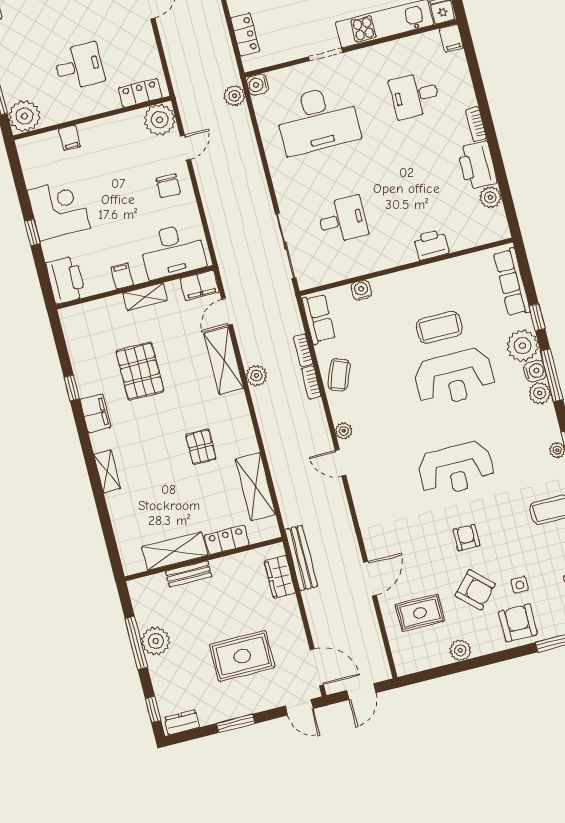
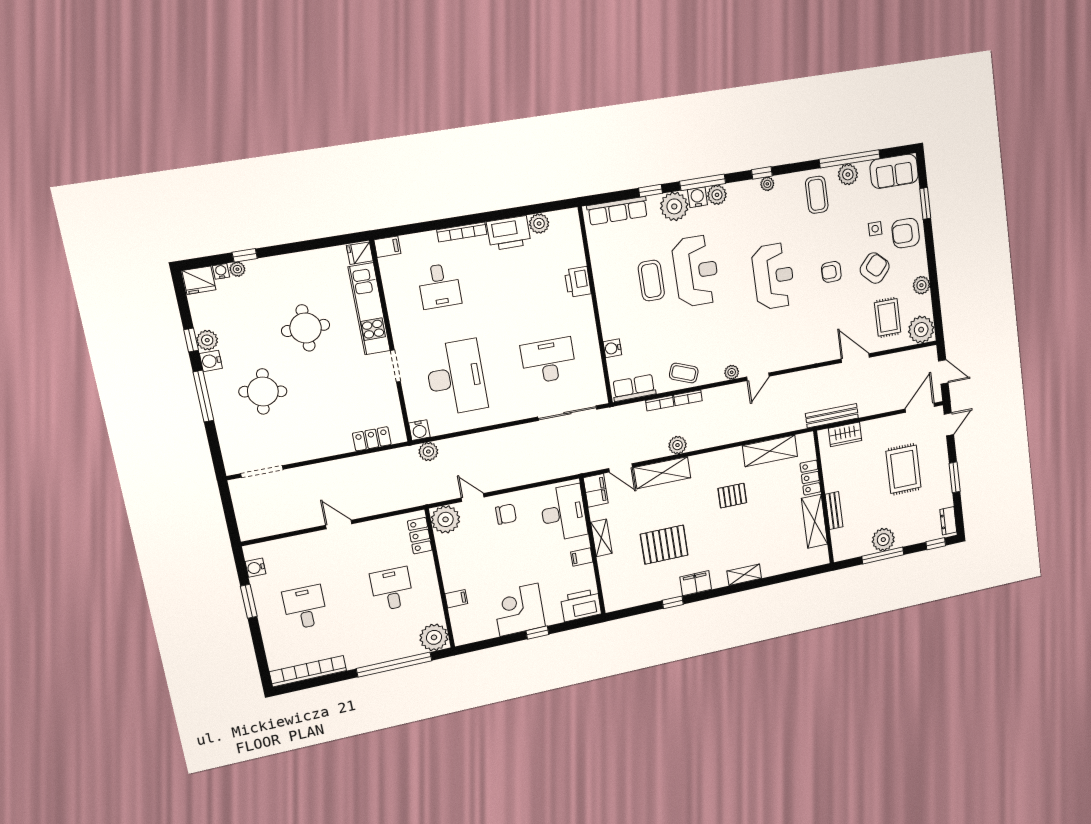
bookcase: (476, 124) -> (462, 232), width x1.56
desk: (343, 220) -> (548, 361), width x1.37
plant: (409, 657) -> (921, 330), added

